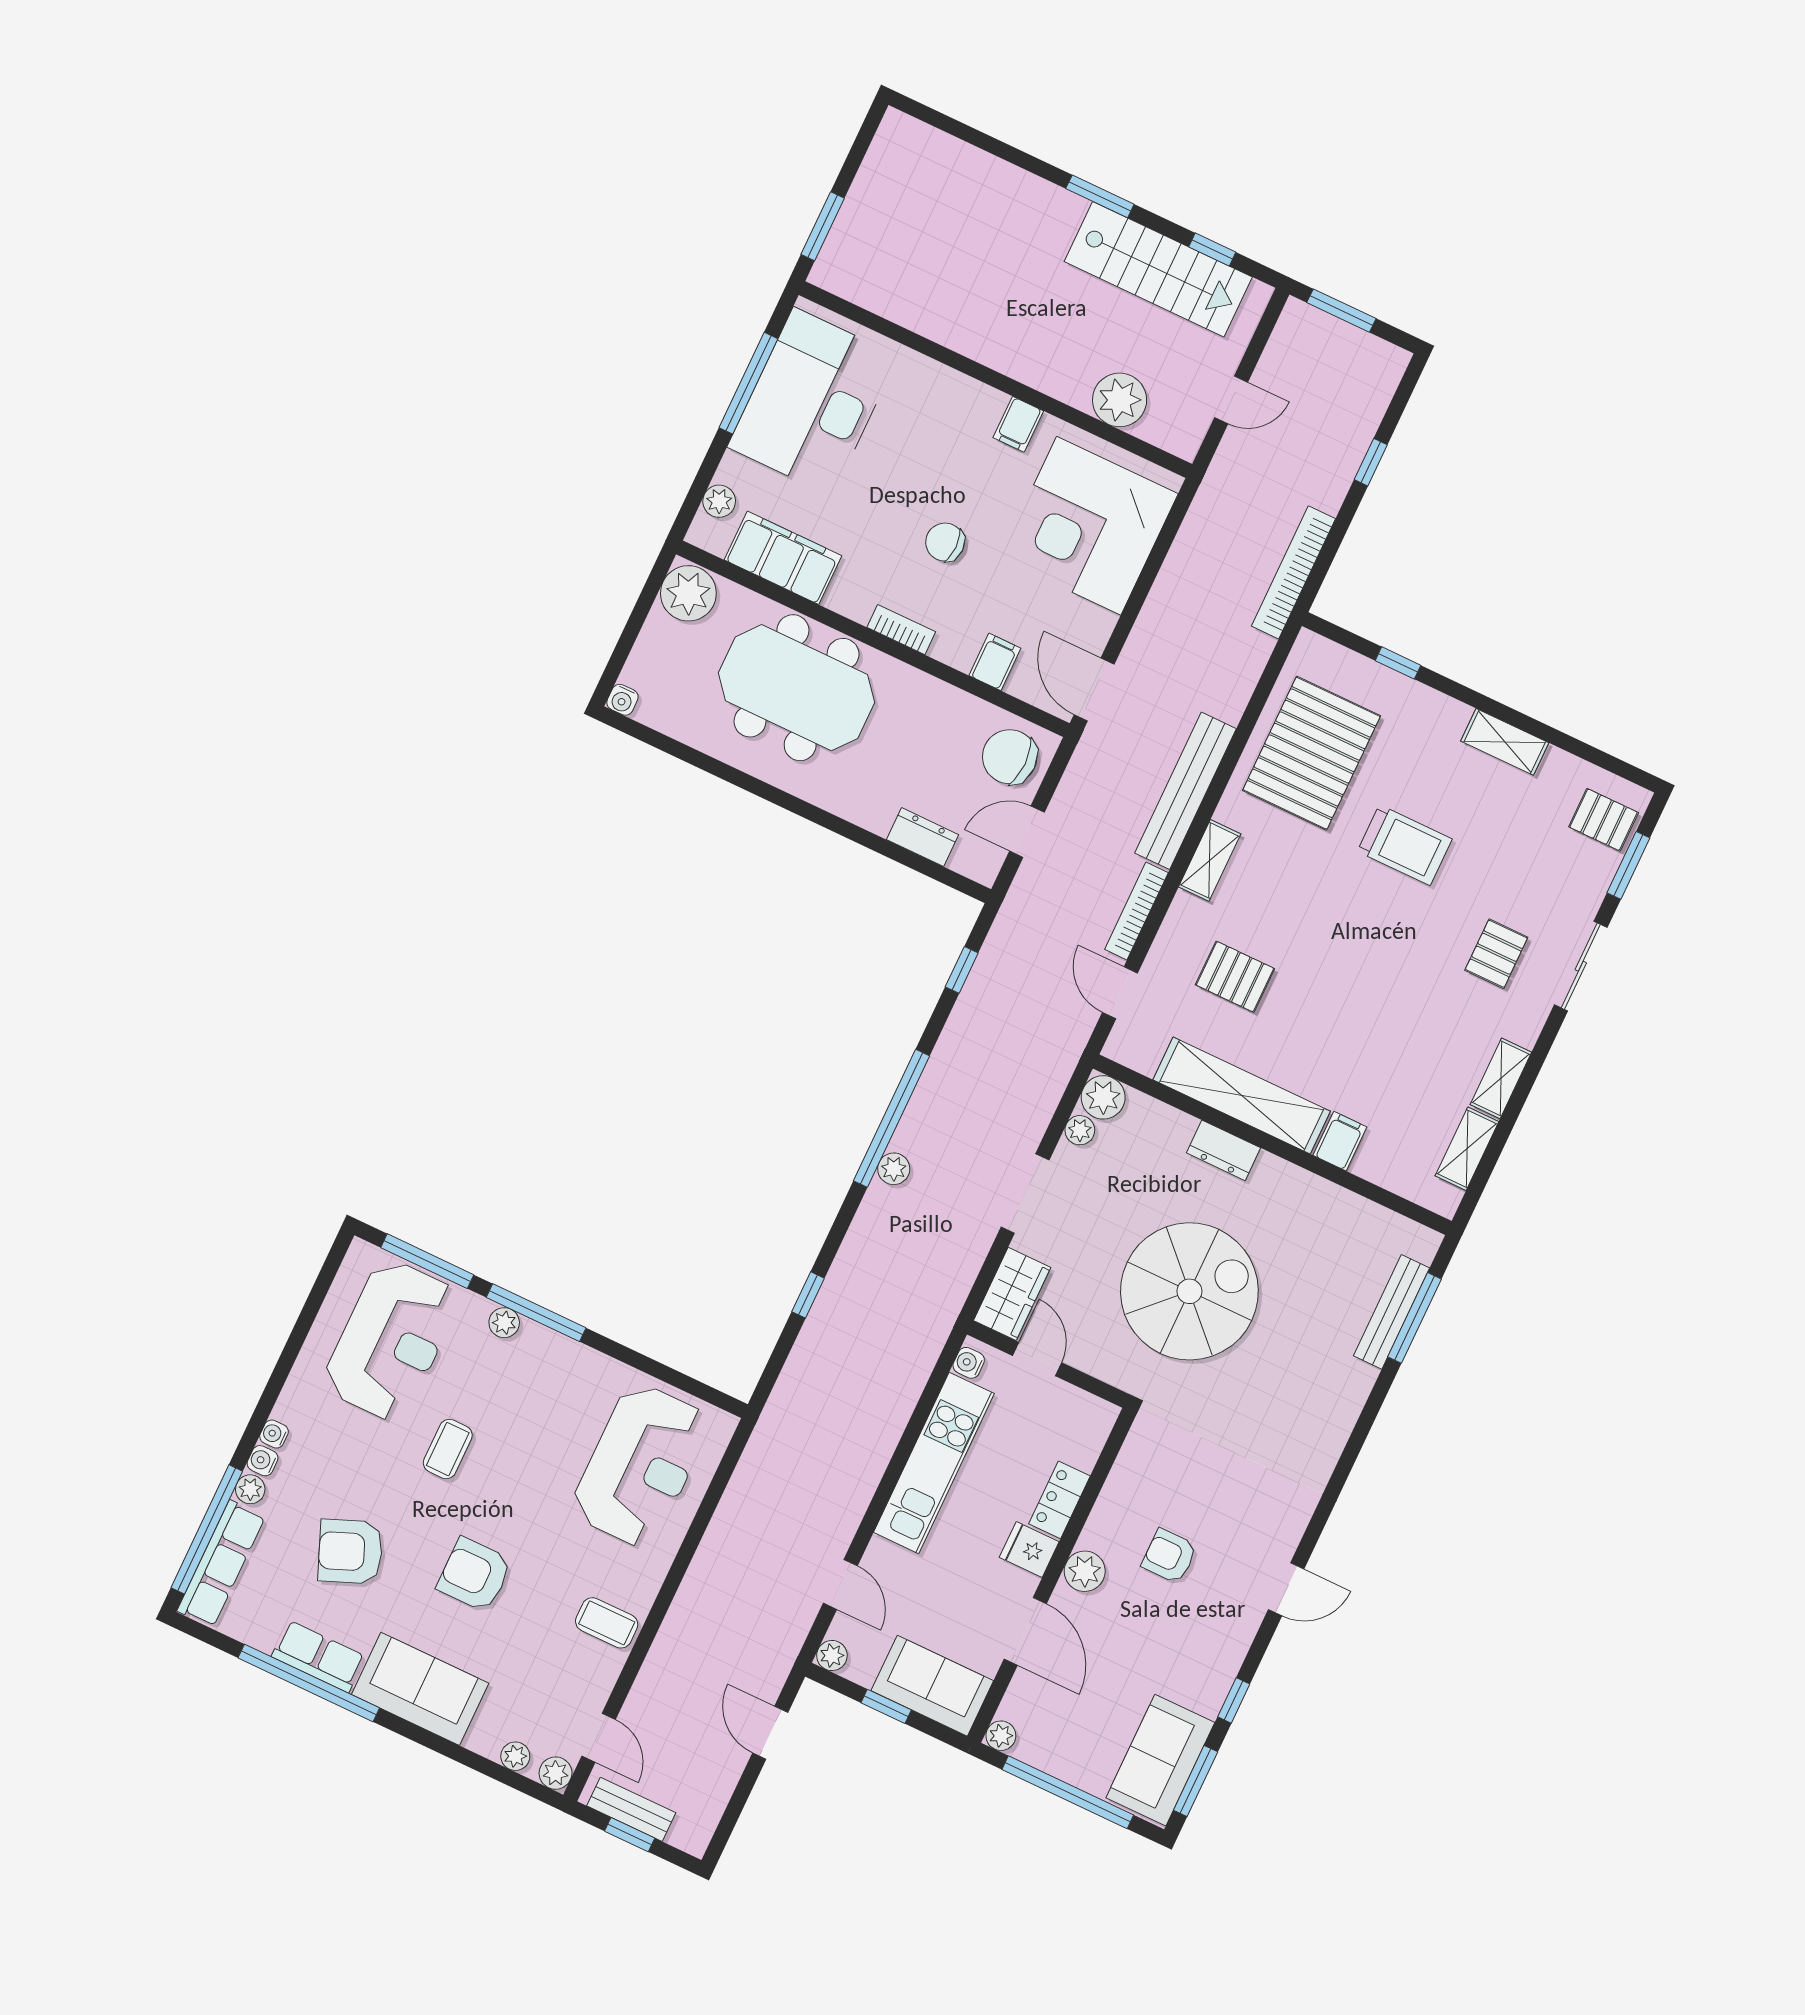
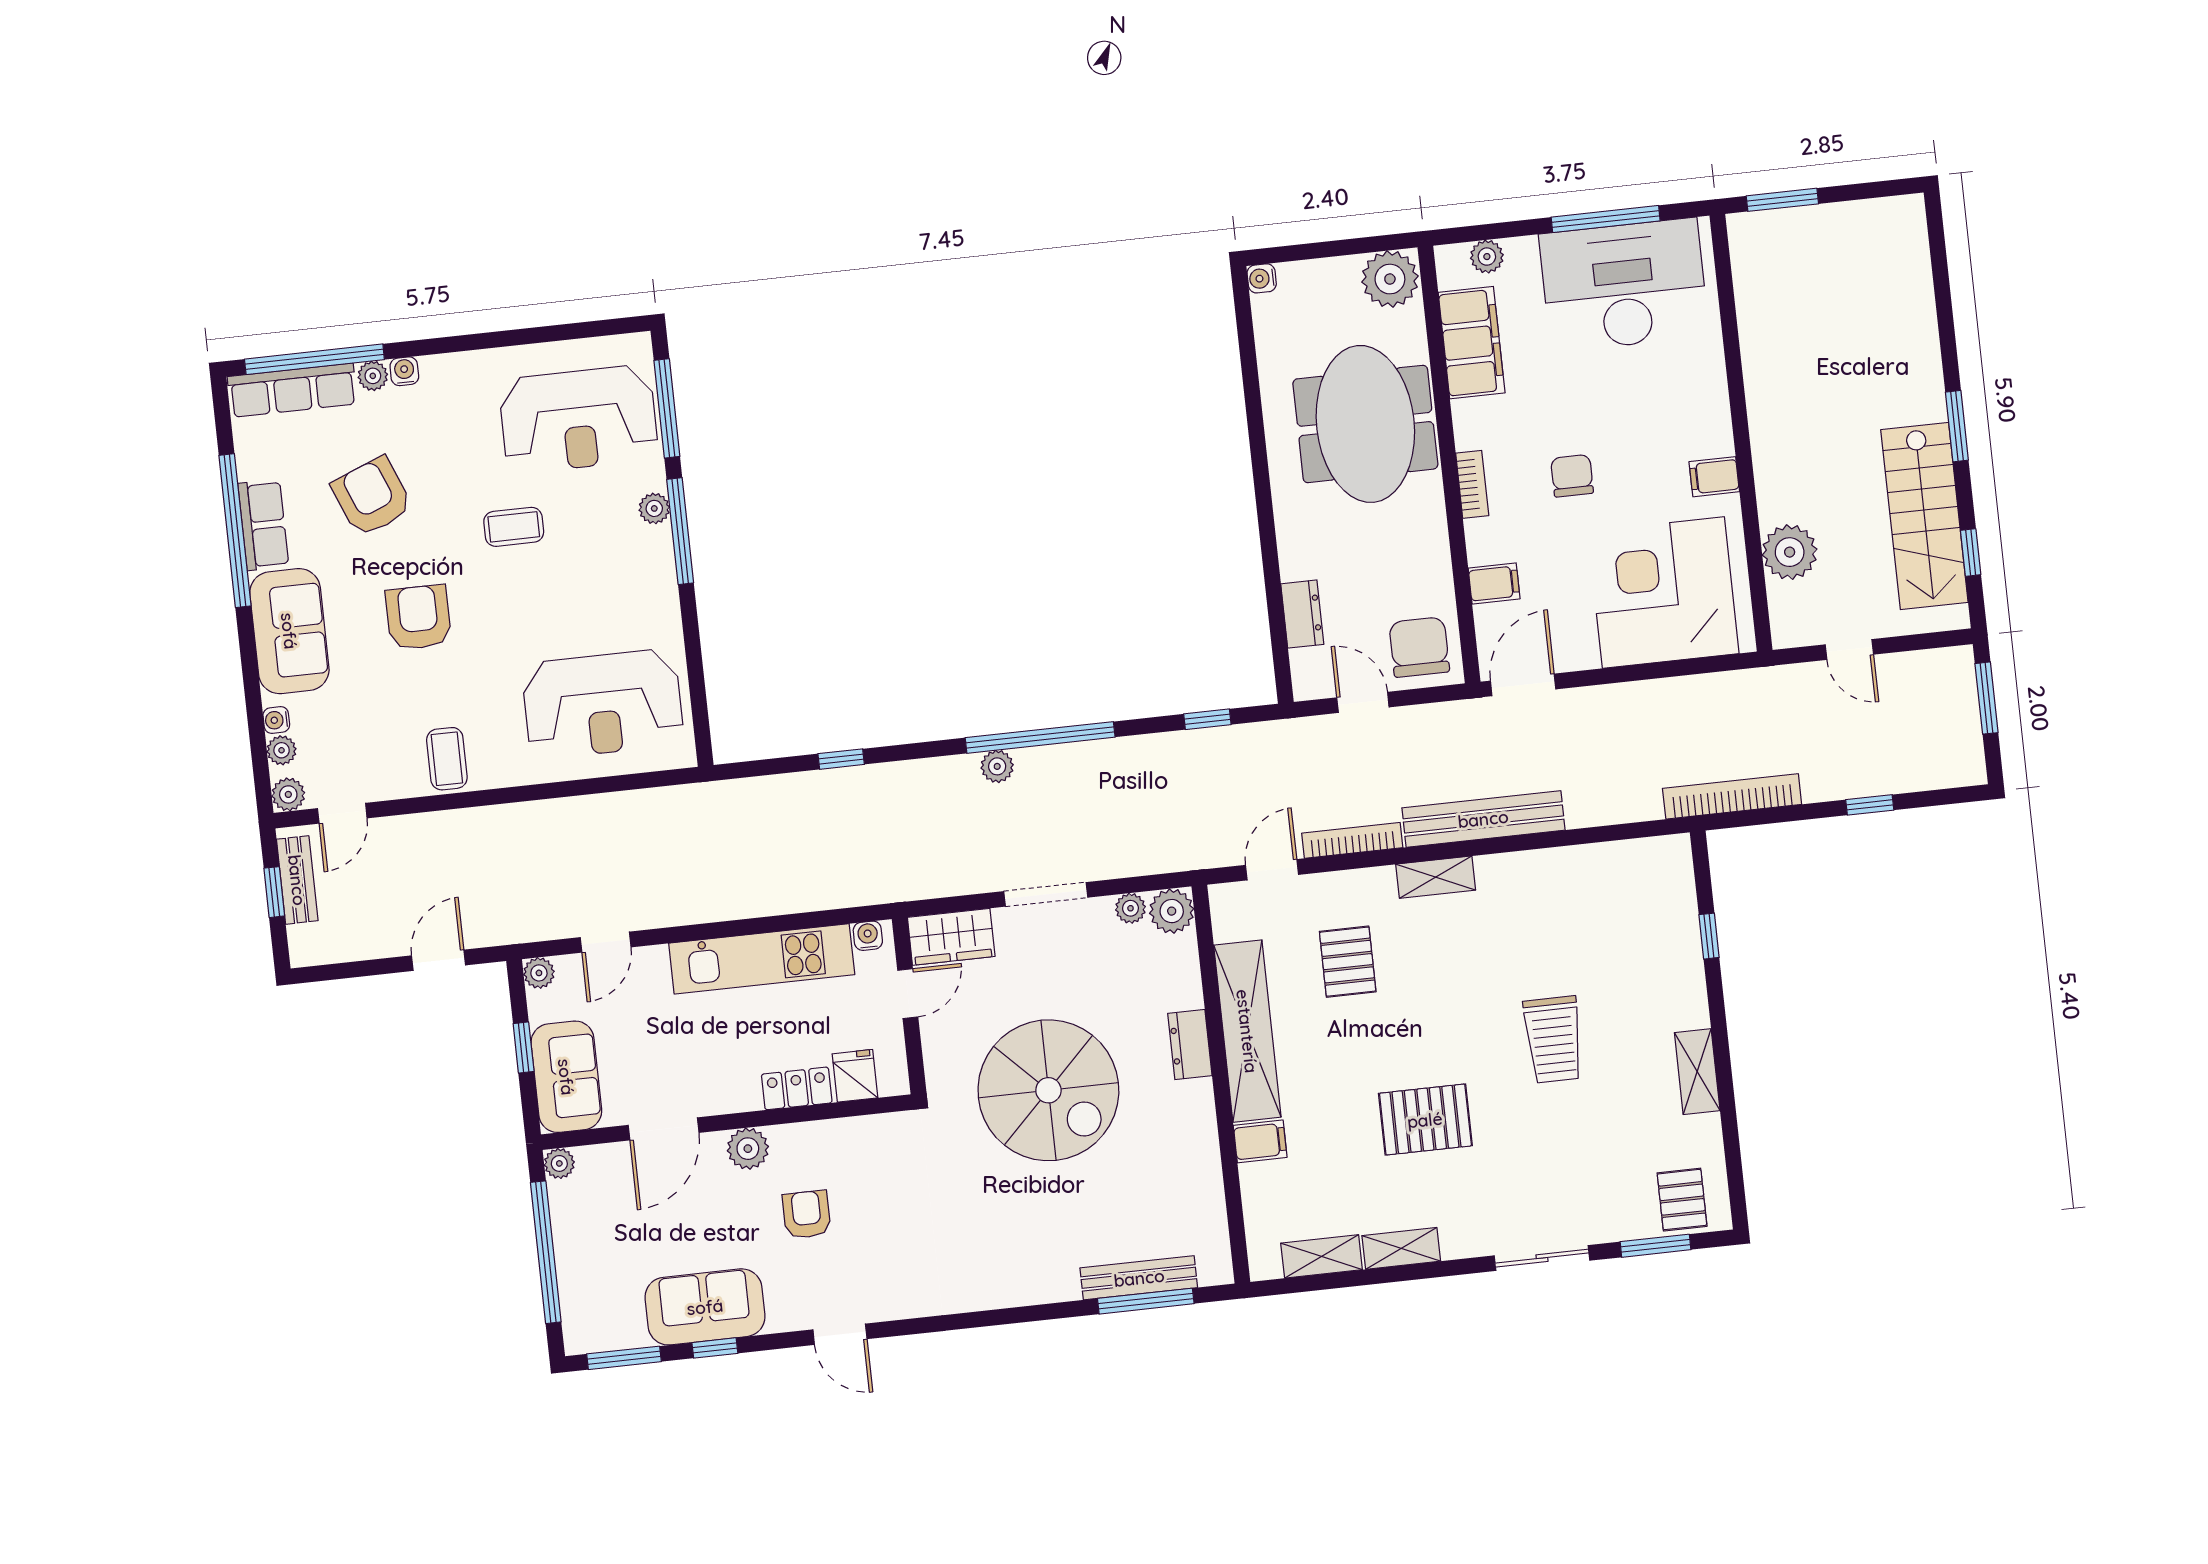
pallet: (1312, 753) -> (1584, 909), removed
pallet: (1496, 954) -> (1425, 1120), moved, width x1.50, depth x1.42
water cooler: (274, 1434) -> (276, 720), moved, turned -90
fridge: (1029, 1550) -> (855, 1076), moved
sofa: (1160, 1760) -> (705, 1307), moved

